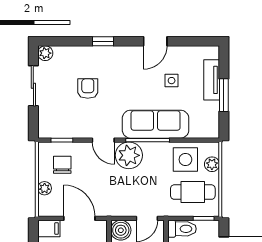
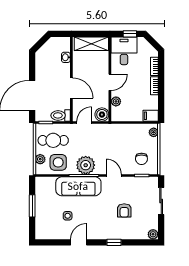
tv unit: (212, 80) -> (40, 216), removed
sliding door: (33, 86) -> (161, 201), moved
plant: (129, 155) -> (86, 165), moved
plant: (45, 188) -> (154, 132), moved
door: (79, 218) -> (130, 123), removed

